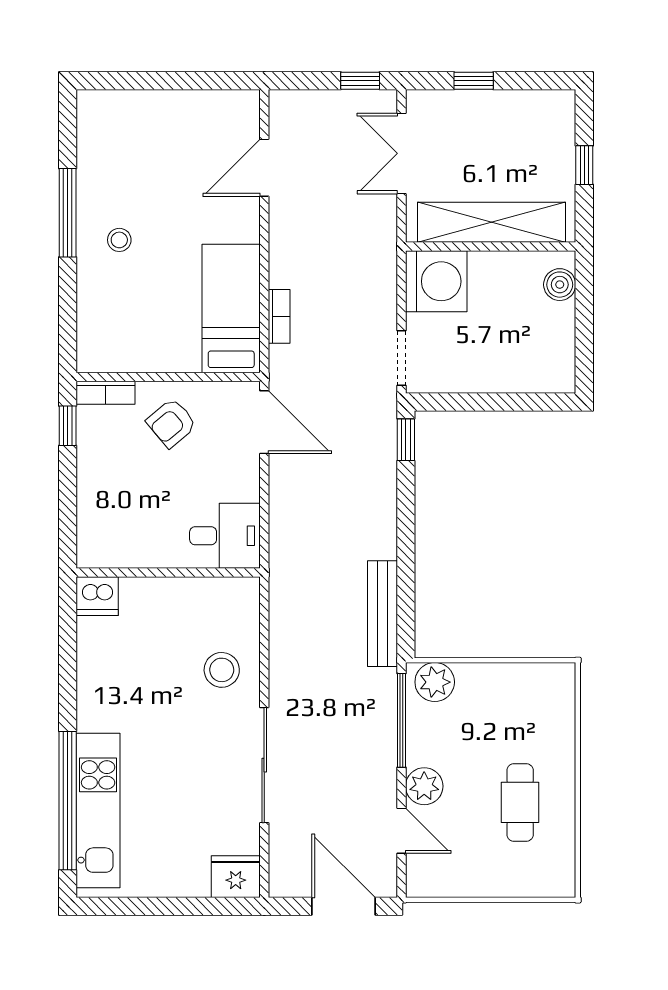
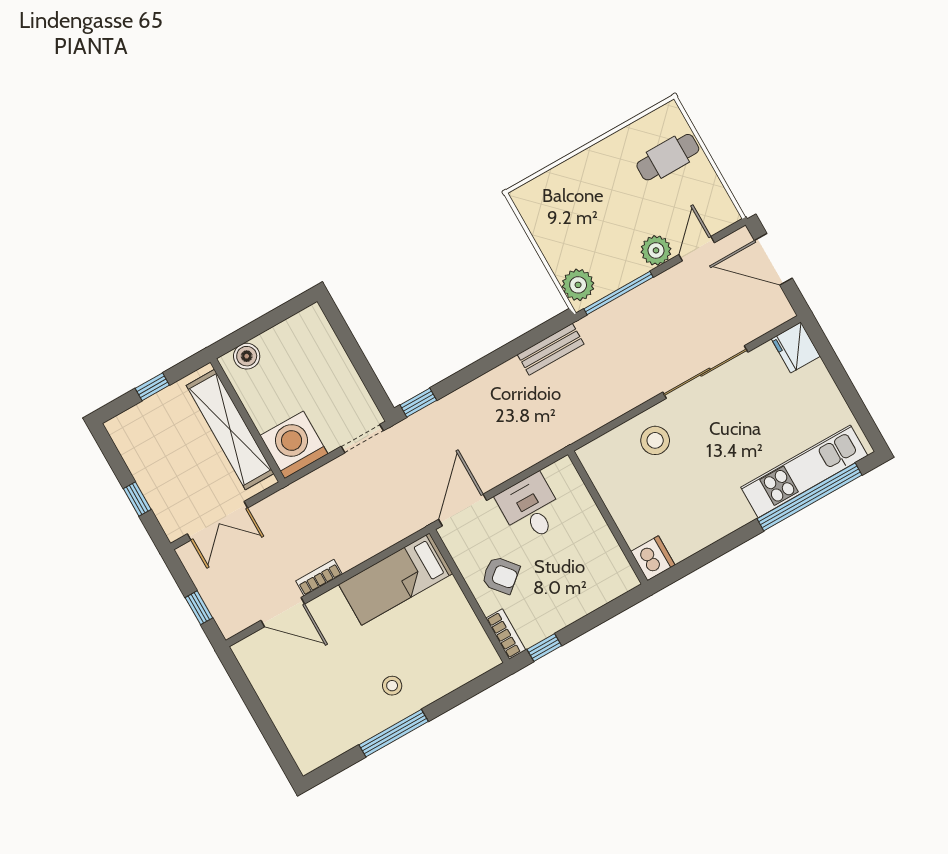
window: (360, 81) -> (199, 608), moved
bookcase: (279, 316) -> (319, 578), moved
desk: (225, 536) -> (531, 508), moved
bench: (383, 614) -> (551, 349), width x0.73
cafe table: (520, 802) -> (668, 157), moved
door: (344, 906) -> (773, 259), hinge flipped

